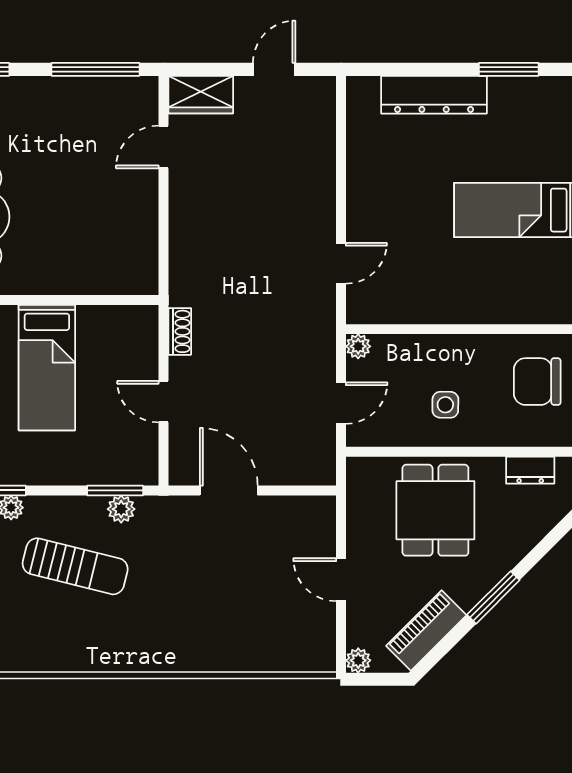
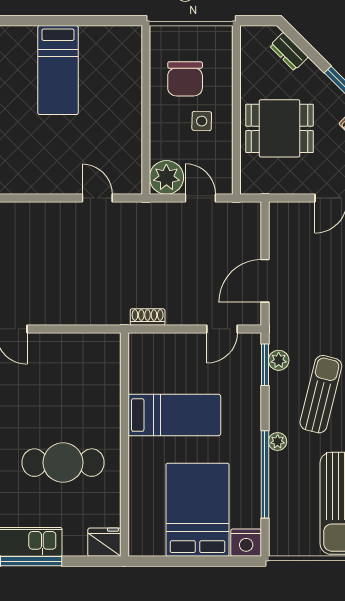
plant: (358, 346) -> (166, 177), width x1.88, depth x1.88
chair: (537, 382) -> (185, 79), moved
door: (164, 402) -> (222, 329), moved
dresser: (530, 470) -> (289, 52), moved, turned 135

